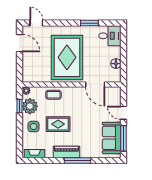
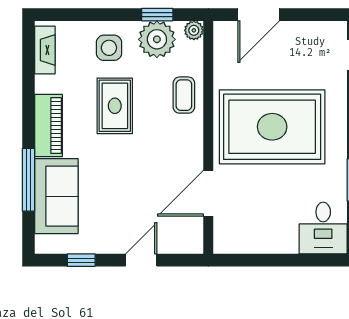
door: (19, 43) -> (259, 15), moved
floor lamp: (116, 64) -> (258, 242), removed
sofa: (112, 138) -> (56, 196), moved, turned 90
window: (123, 138) -> (81, 260), width x0.46
window: (78, 161) -> (28, 180), moved

